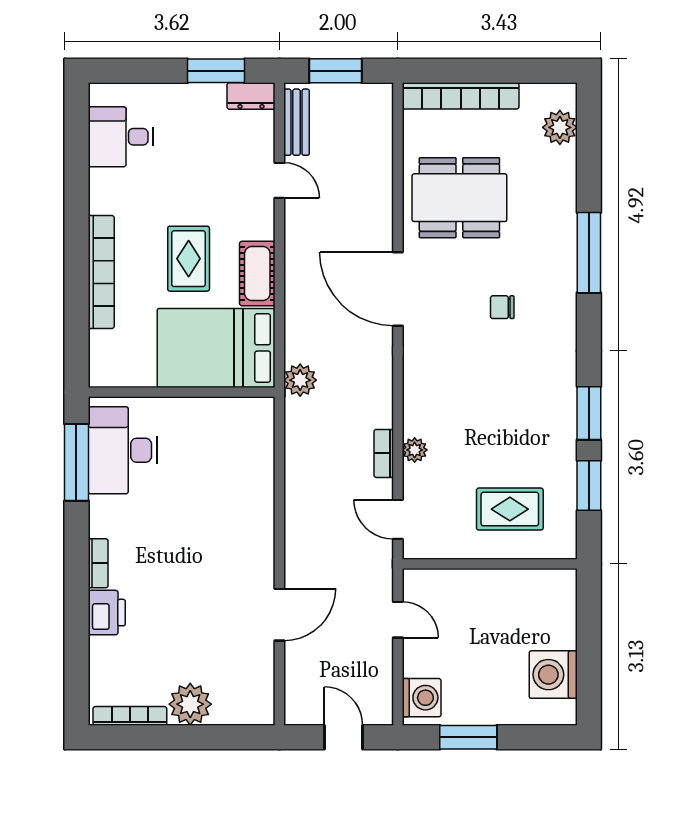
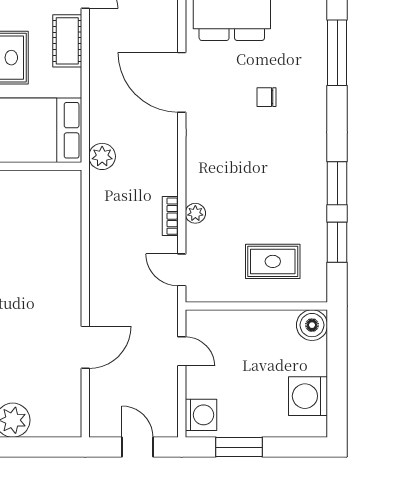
cot: (257, 274) -> (67, 41), moved
boiler: (558, 587) -> (312, 325), added

